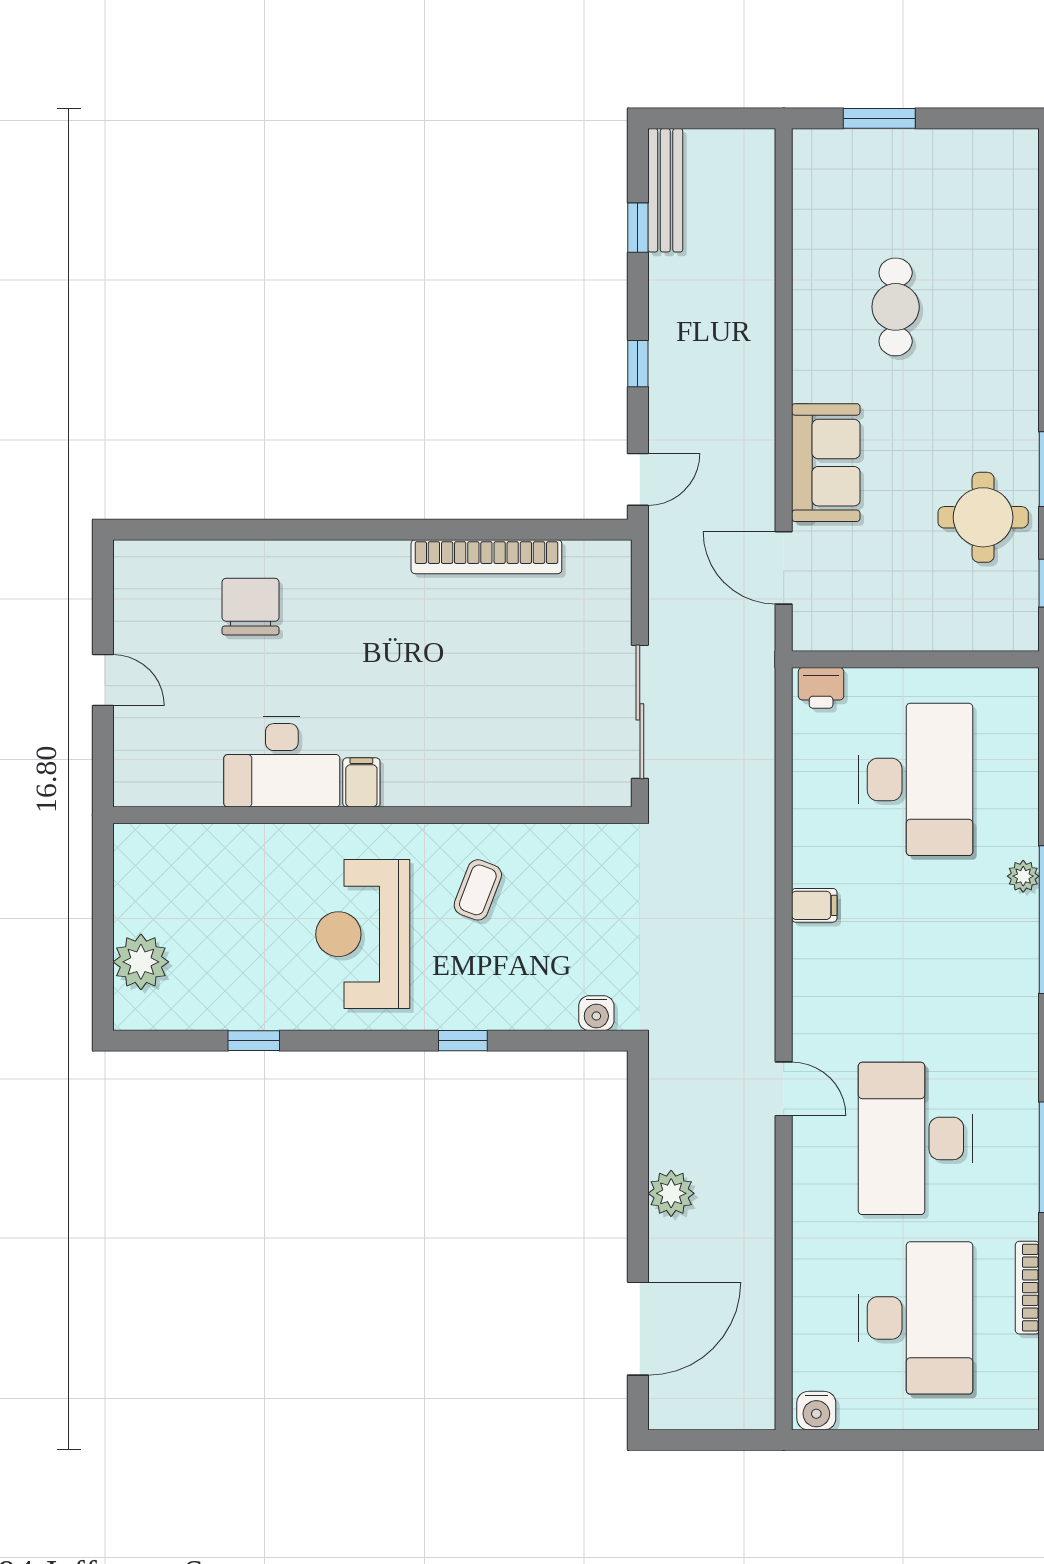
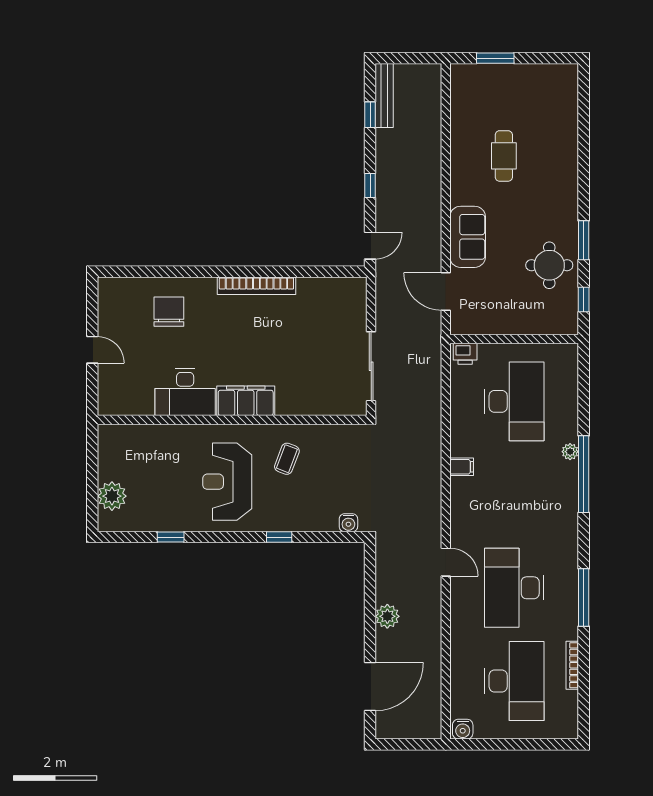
bookcase: (486, 557) -> (256, 286), moved
filing cabinet: (361, 782) -> (246, 401), width x3.00, depth x1.17

